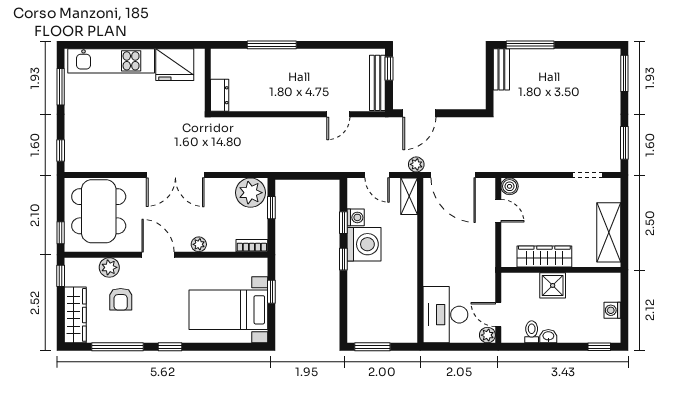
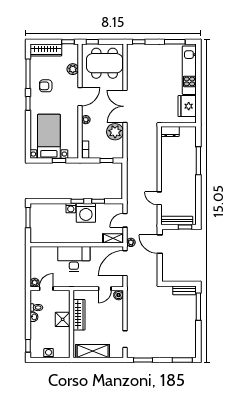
plant: (251, 193) -> (115, 132), moved
washing machine: (356, 217) -> (71, 208), moved
armchair: (121, 299) -> (46, 86), moved
desk: (445, 315) -> (74, 259), moved

